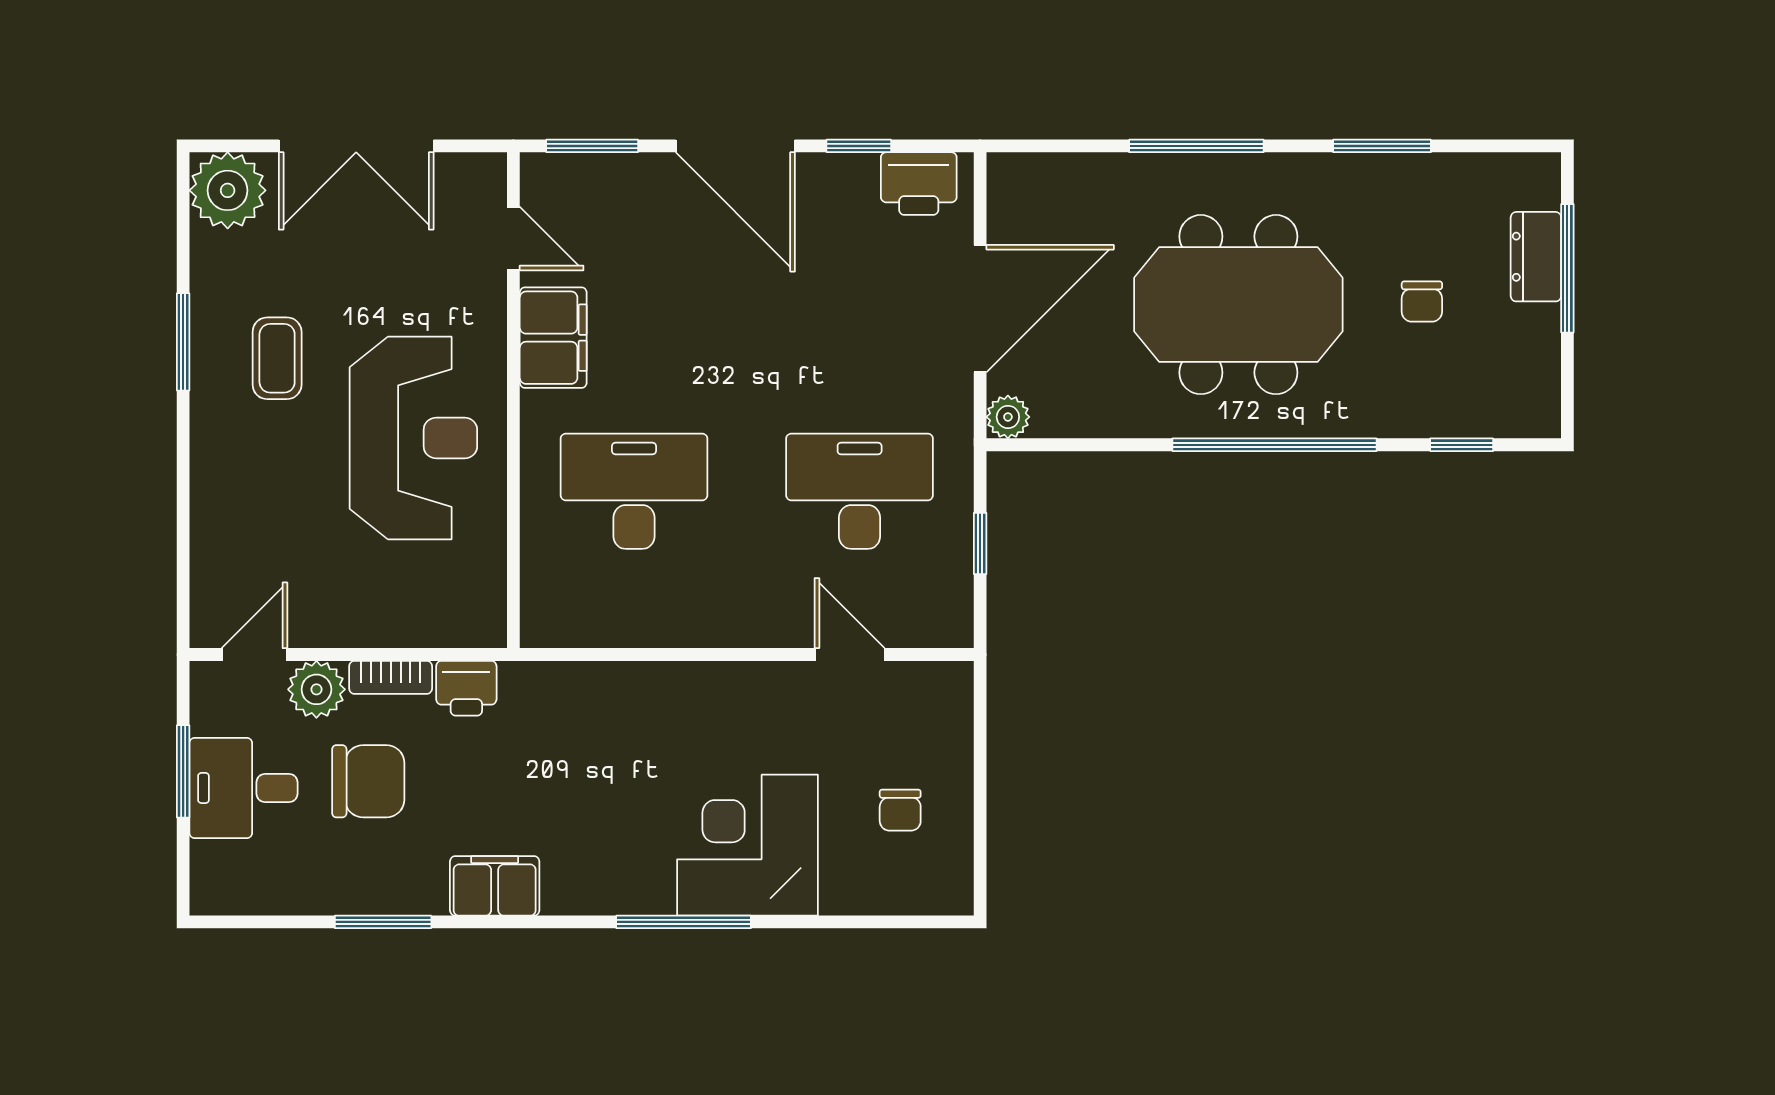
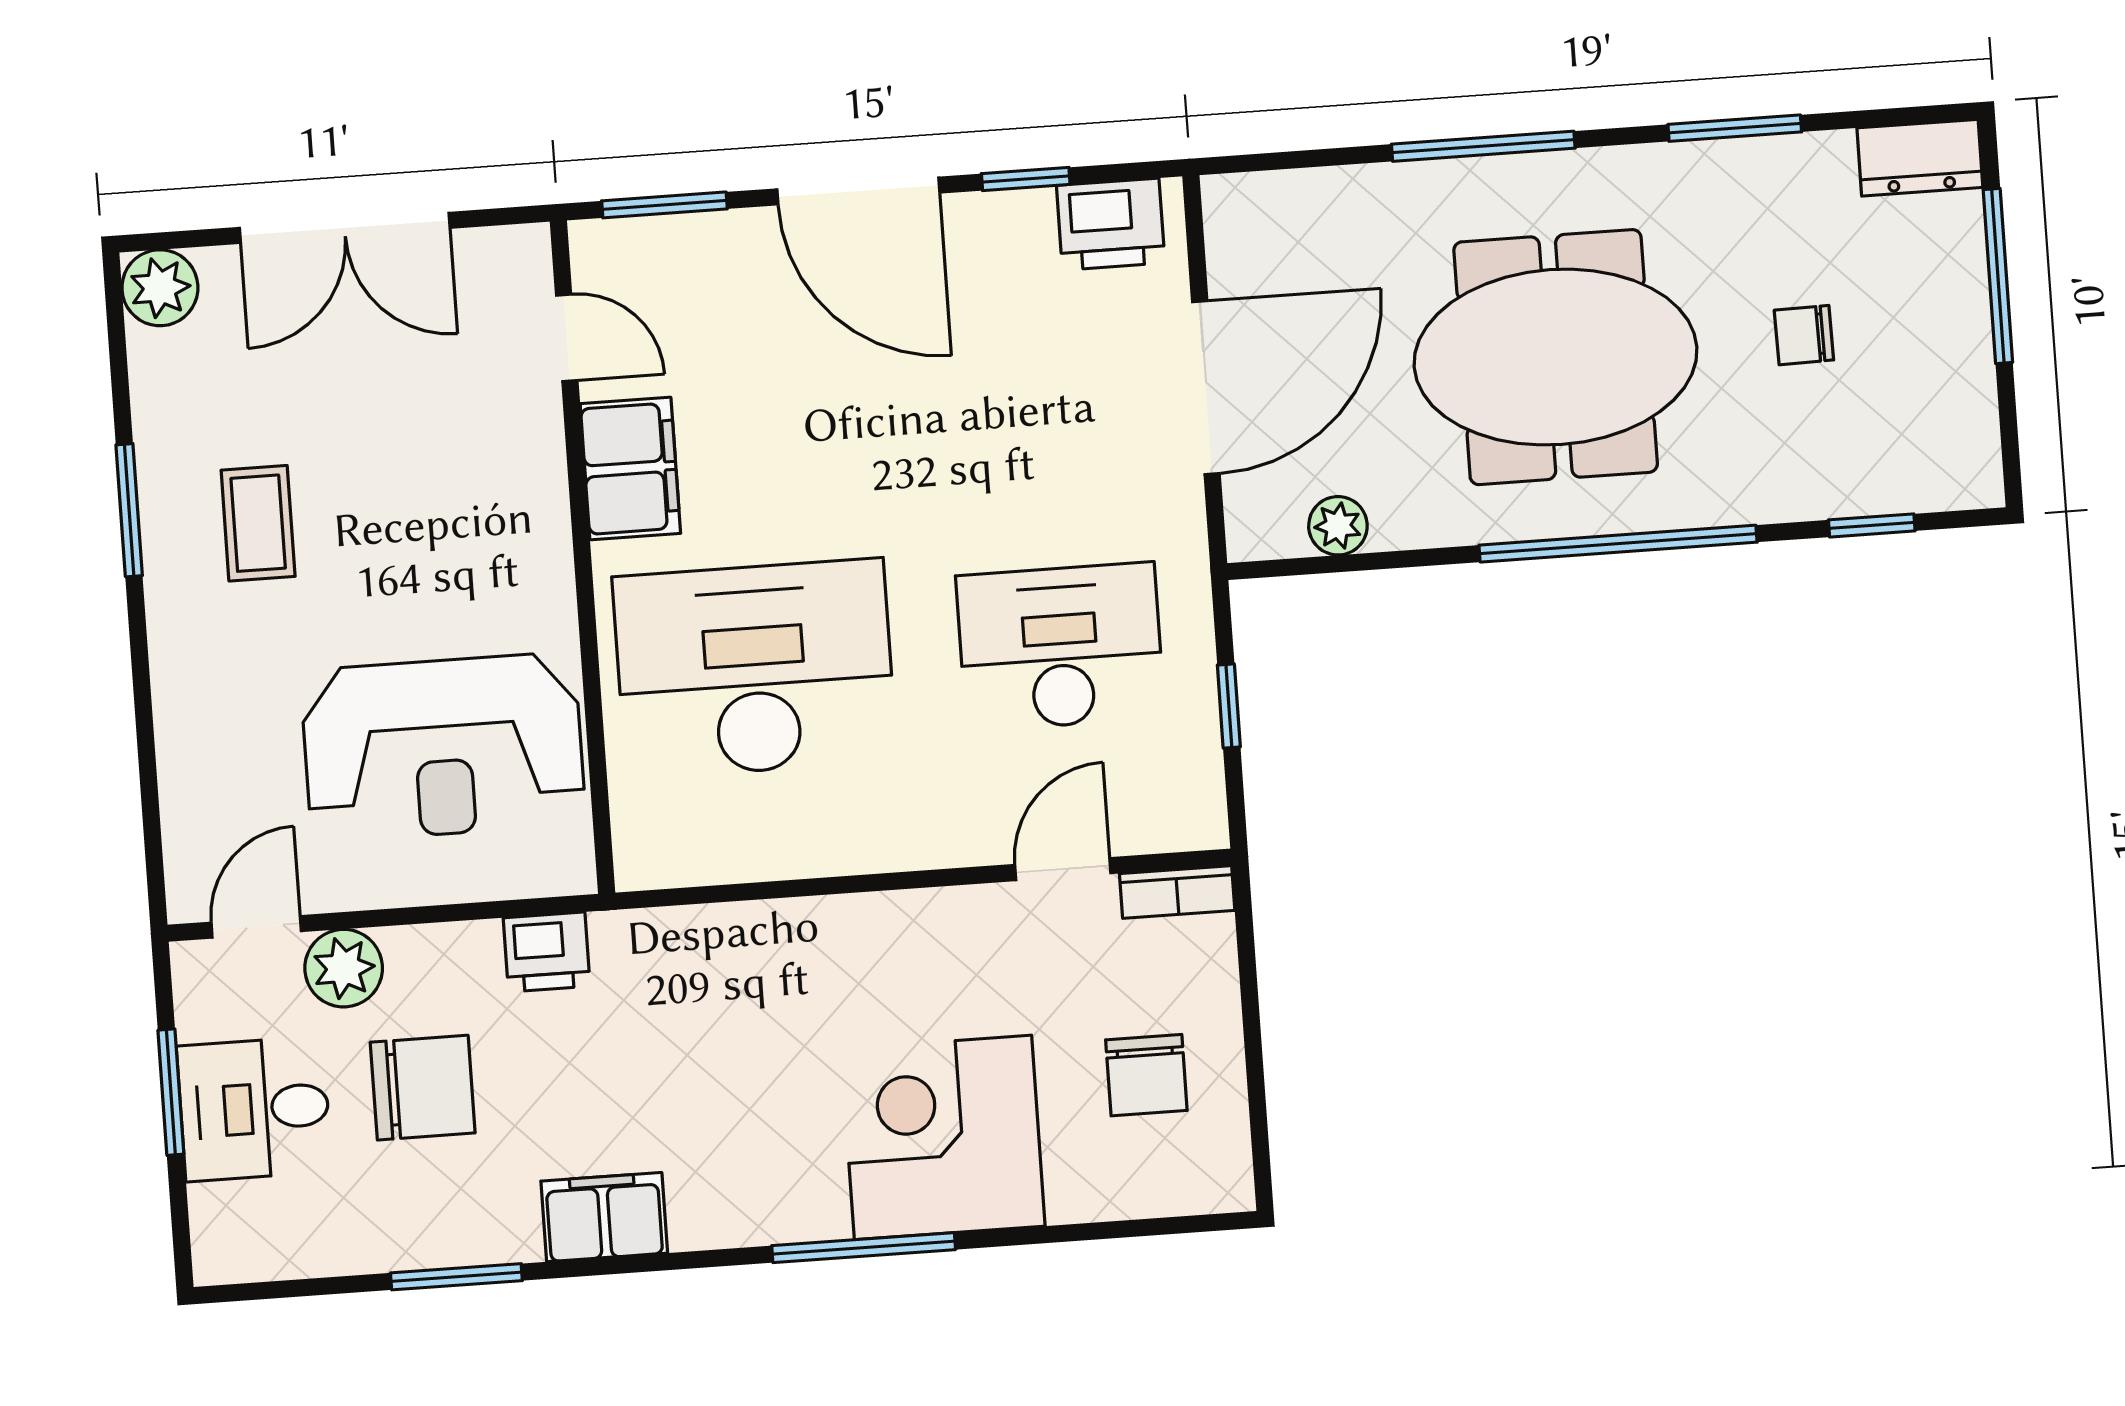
plant: (228, 190) -> (160, 288), width x0.73, depth x0.73
dresser: (1536, 257) -> (1920, 158), moved, turned -90
chair: (1422, 301) -> (1804, 335), turned 89
plant: (1008, 417) -> (1338, 526), moved
reception desk: (413, 438) -> (443, 747), moved, turned 90
desk: (634, 491) -> (755, 669), width x1.36, depth x1.30
door: (850, 655) -> (1063, 869), hinge flipped
bookcase: (391, 677) -> (1177, 892), moved
chair: (900, 810) -> (1146, 1075), width x1.37, depth x1.37

